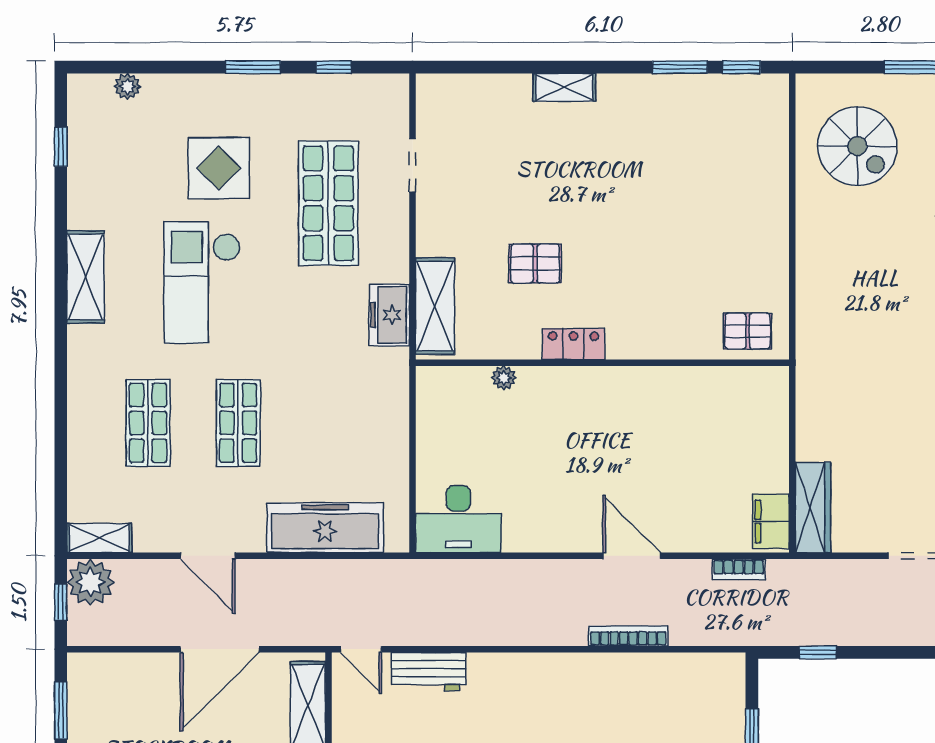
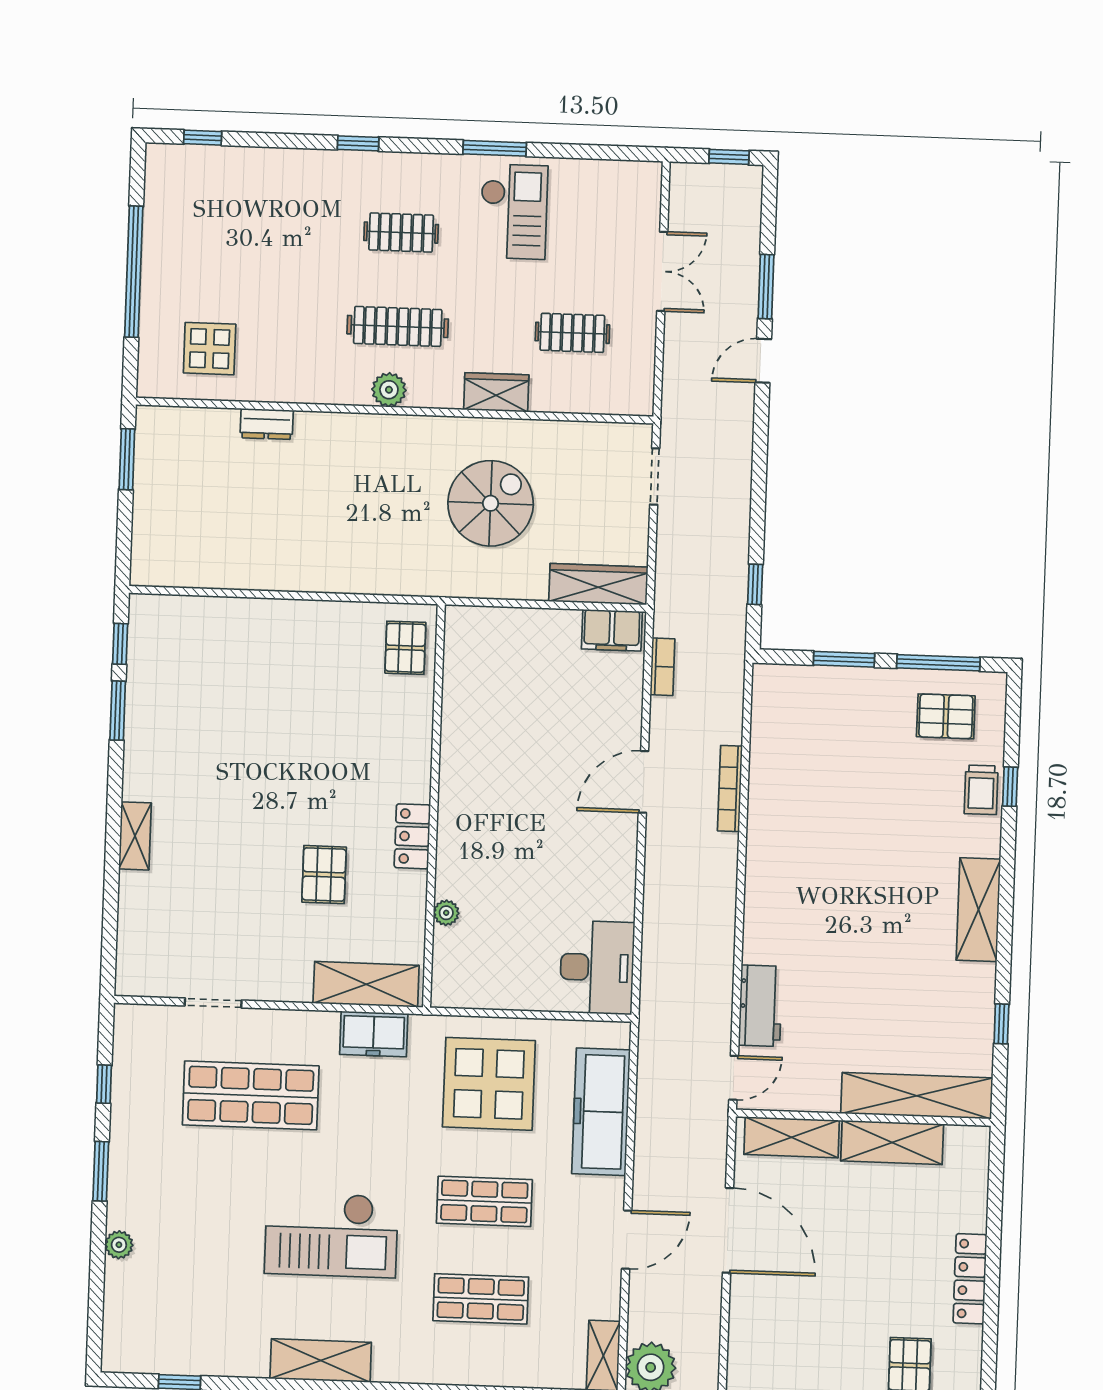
plant: (127, 86) -> (119, 1245), moved
spiral stairs: (857, 146) -> (491, 503), moved
display table: (219, 168) -> (489, 1084), moved, width x1.36, depth x1.36

